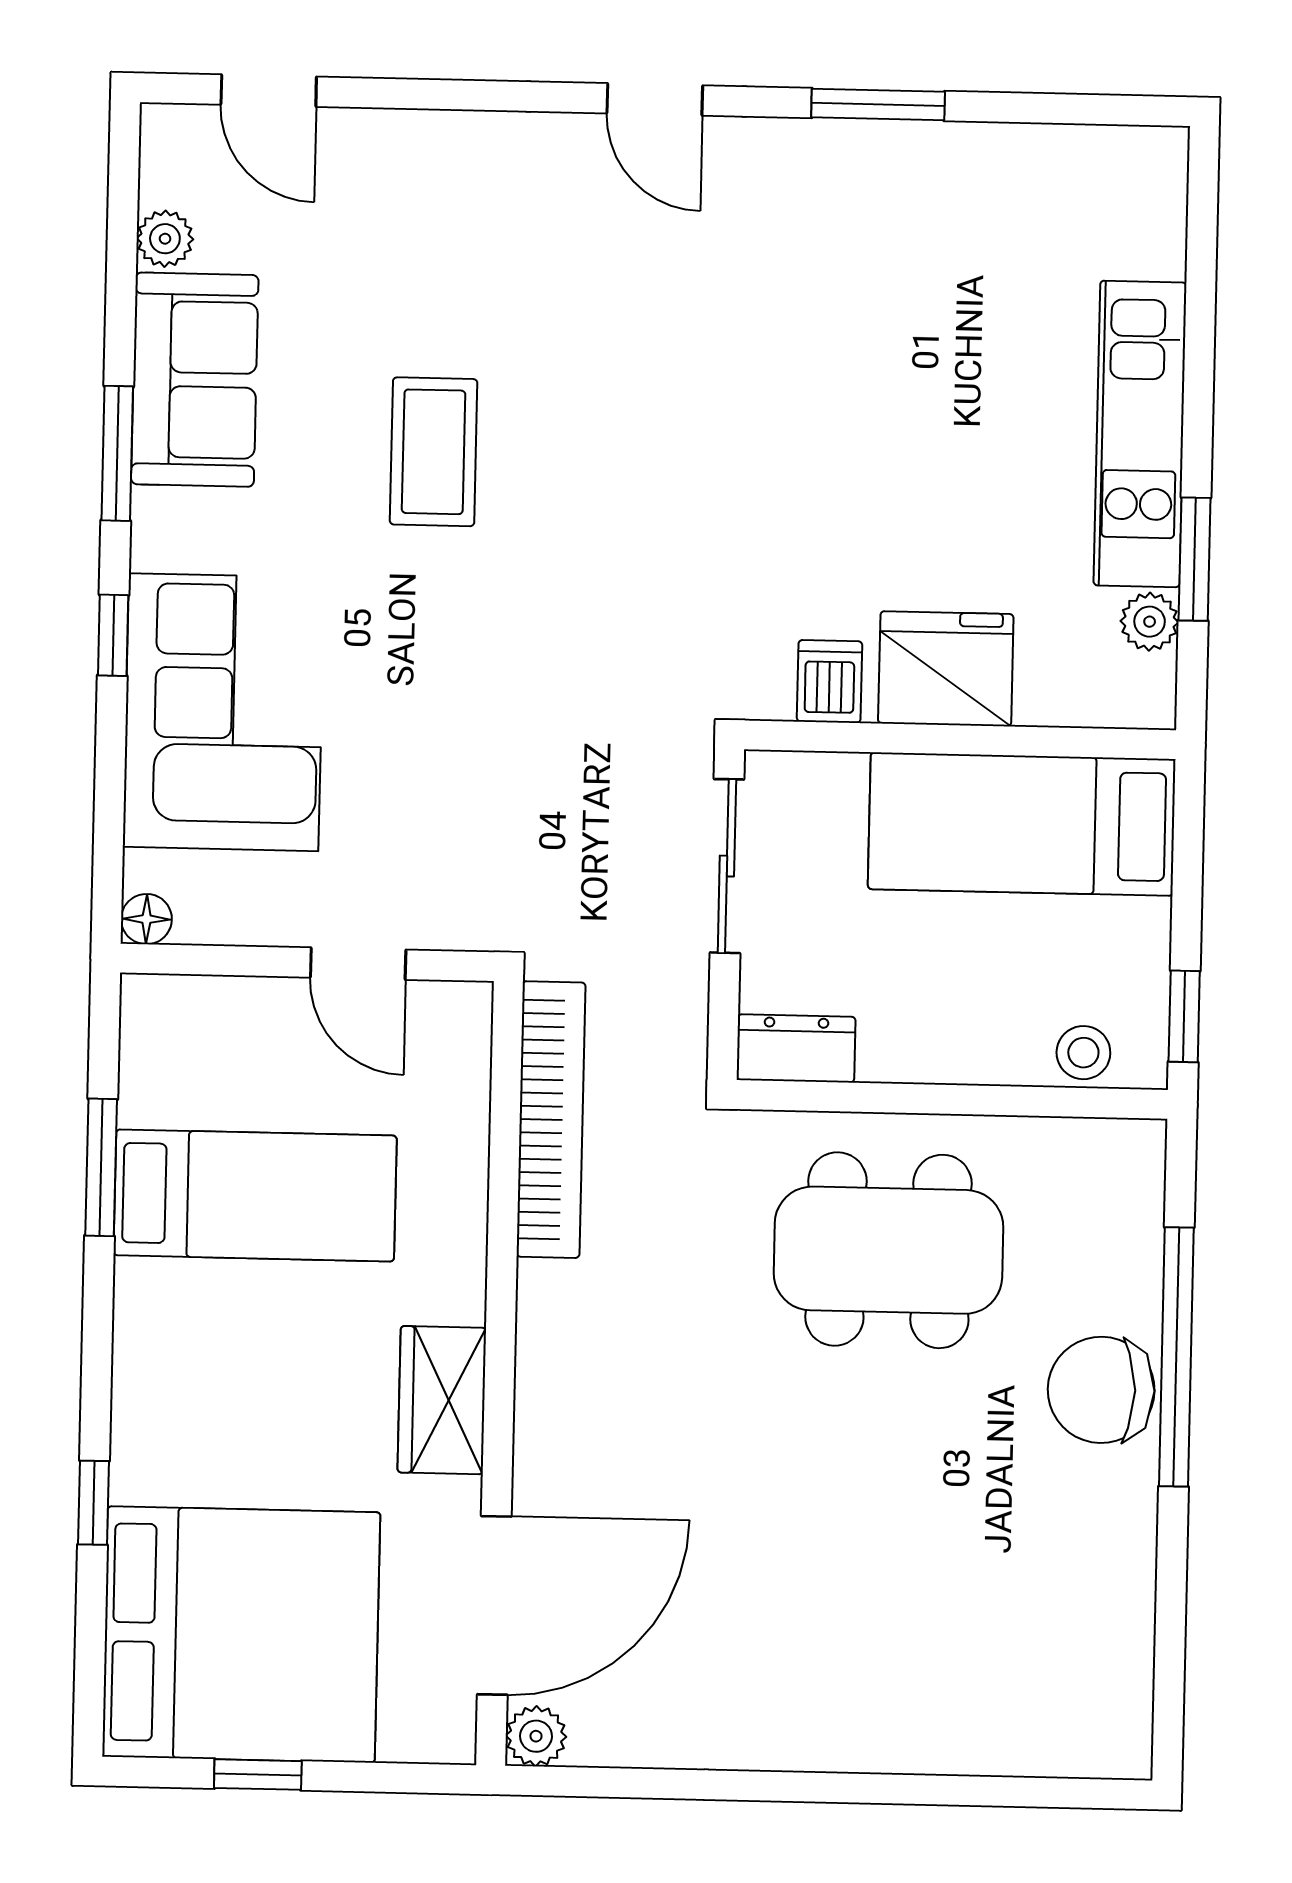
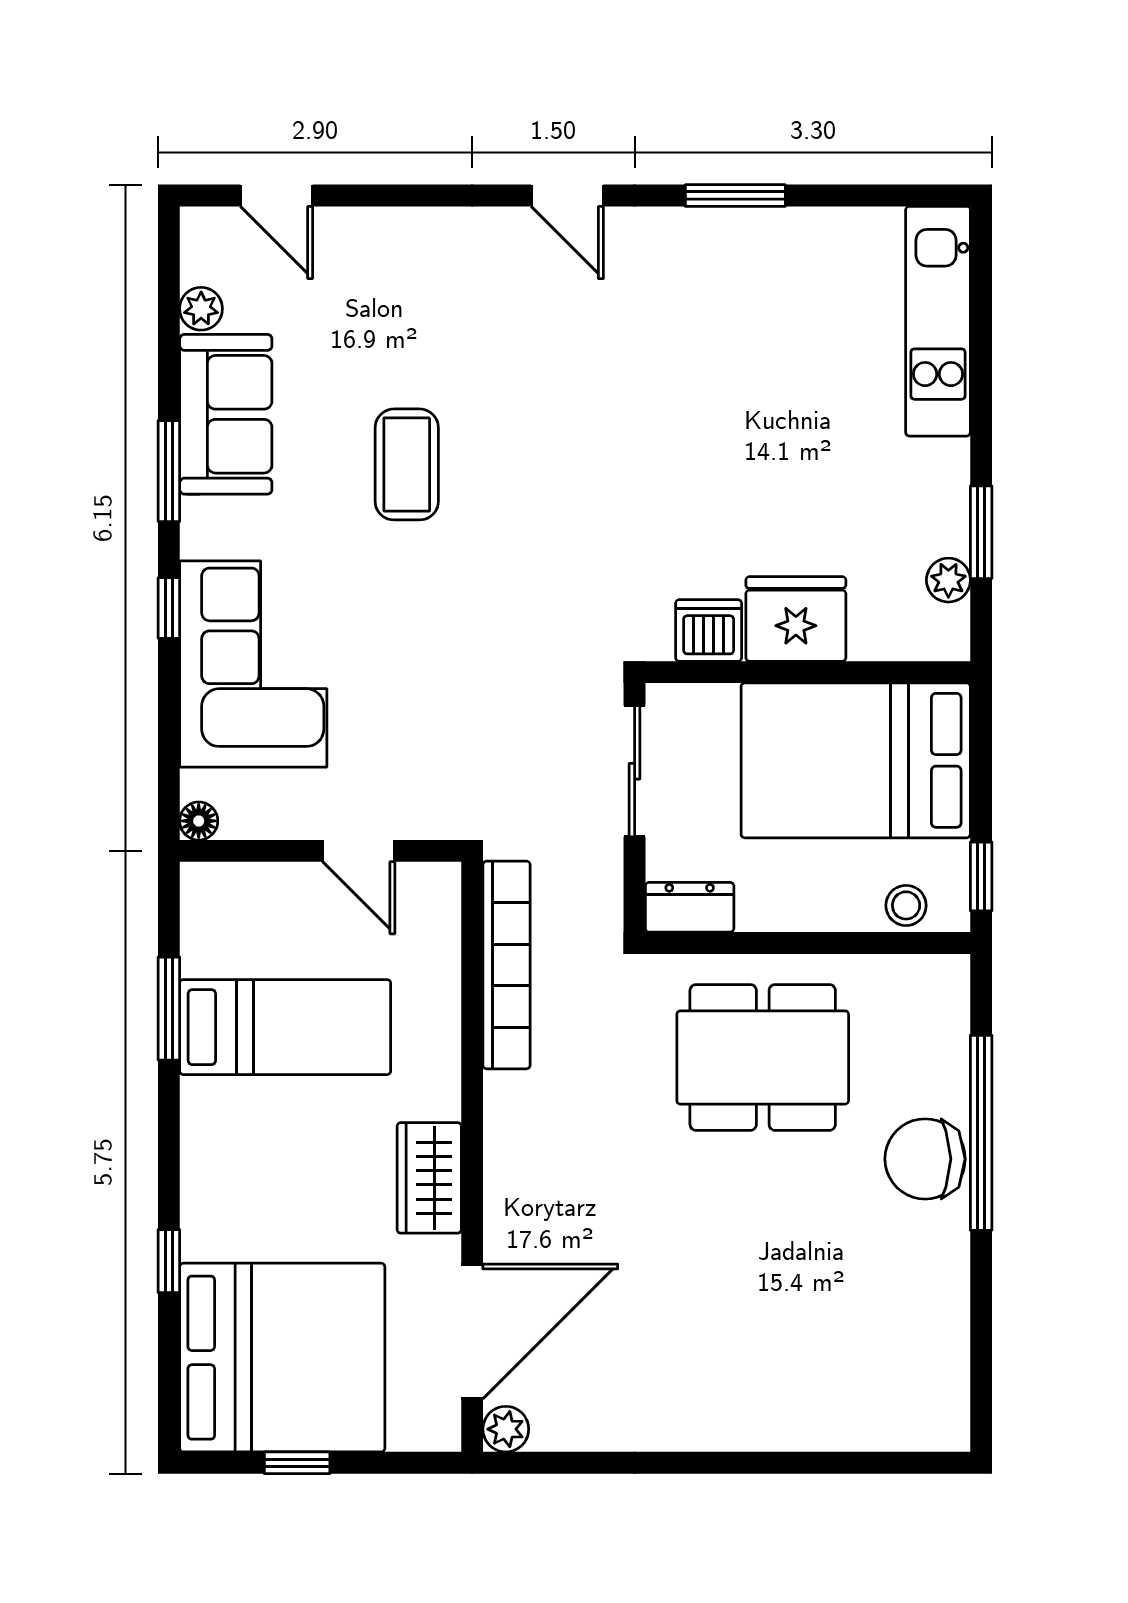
kitchen unit: (1140, 434) -> (938, 321), moved
dishwasher: (830, 681) -> (709, 630), width x1.38
bed: (1022, 824) -> (856, 760), width x1.50

